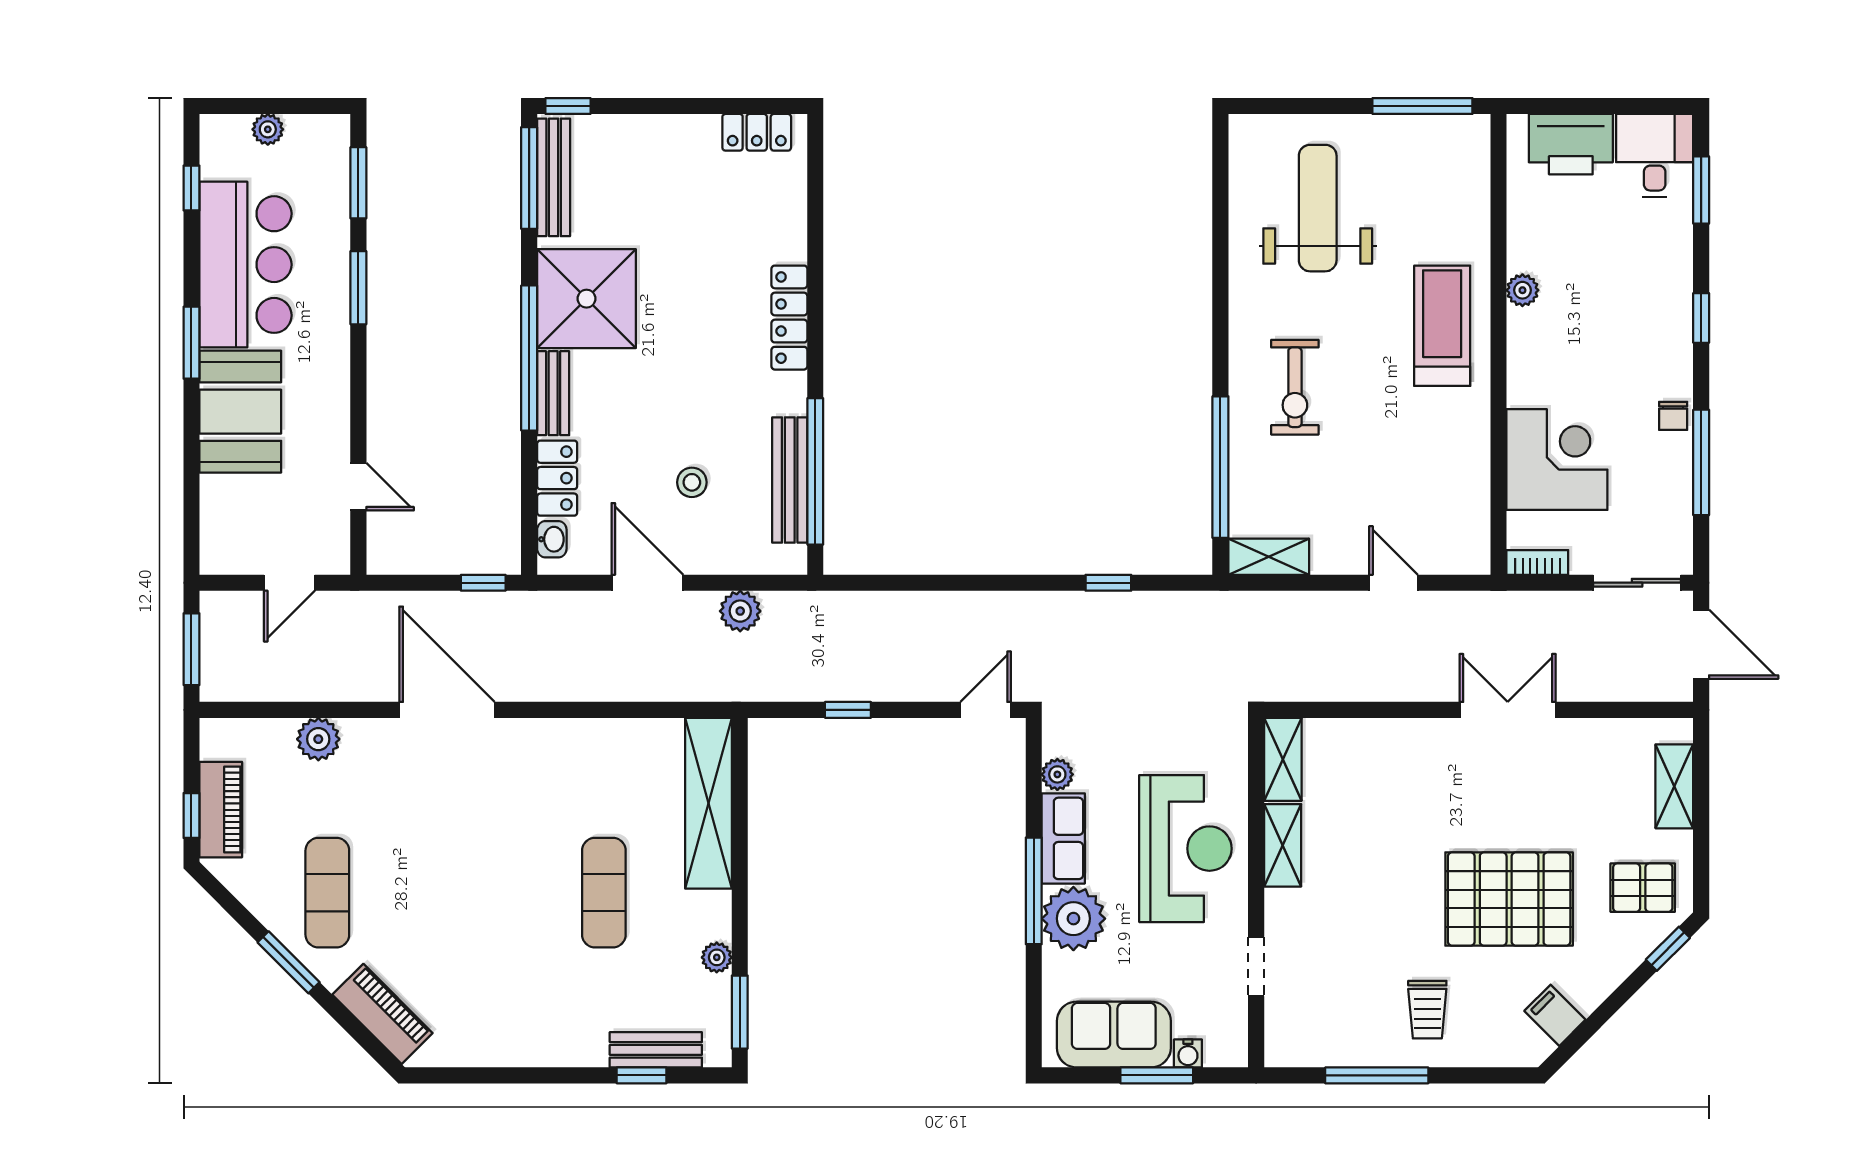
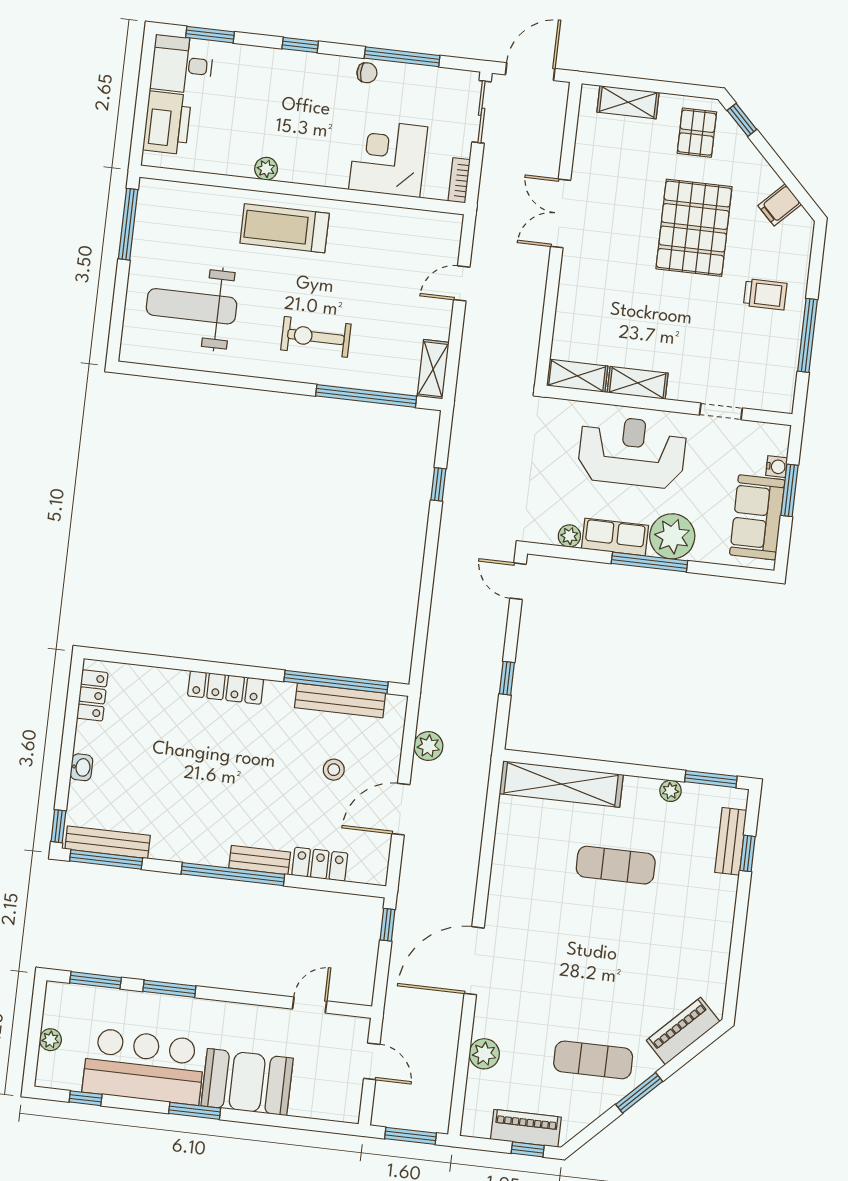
shower: (587, 299) -> (196, 829), removed
exercise bike: (1295, 387) -> (316, 337), turned 180
washbasin: (552, 539) -> (81, 767), moved, turned 90

